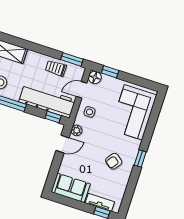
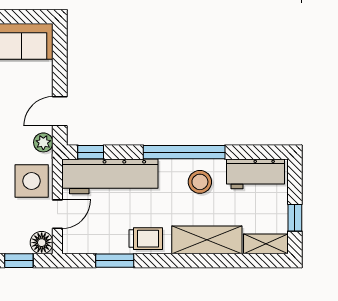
window: (72, 59) -> (115, 261), moved
trolley: (56, 68) -> (146, 239), moved
side table: (89, 112) -> (32, 181), width x1.87, depth x1.87

